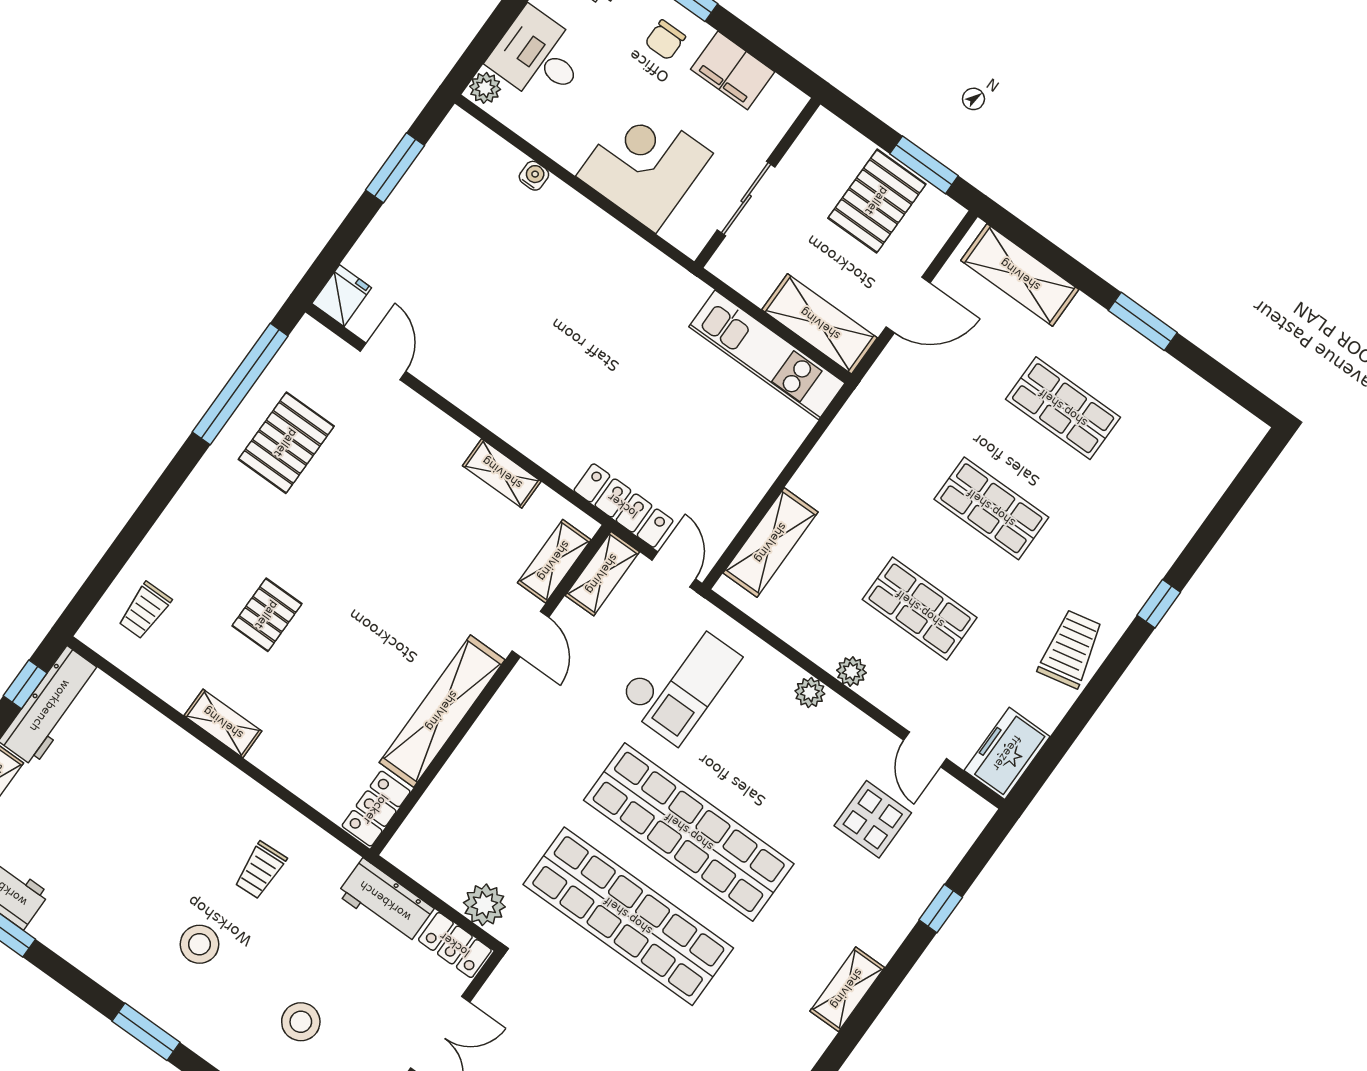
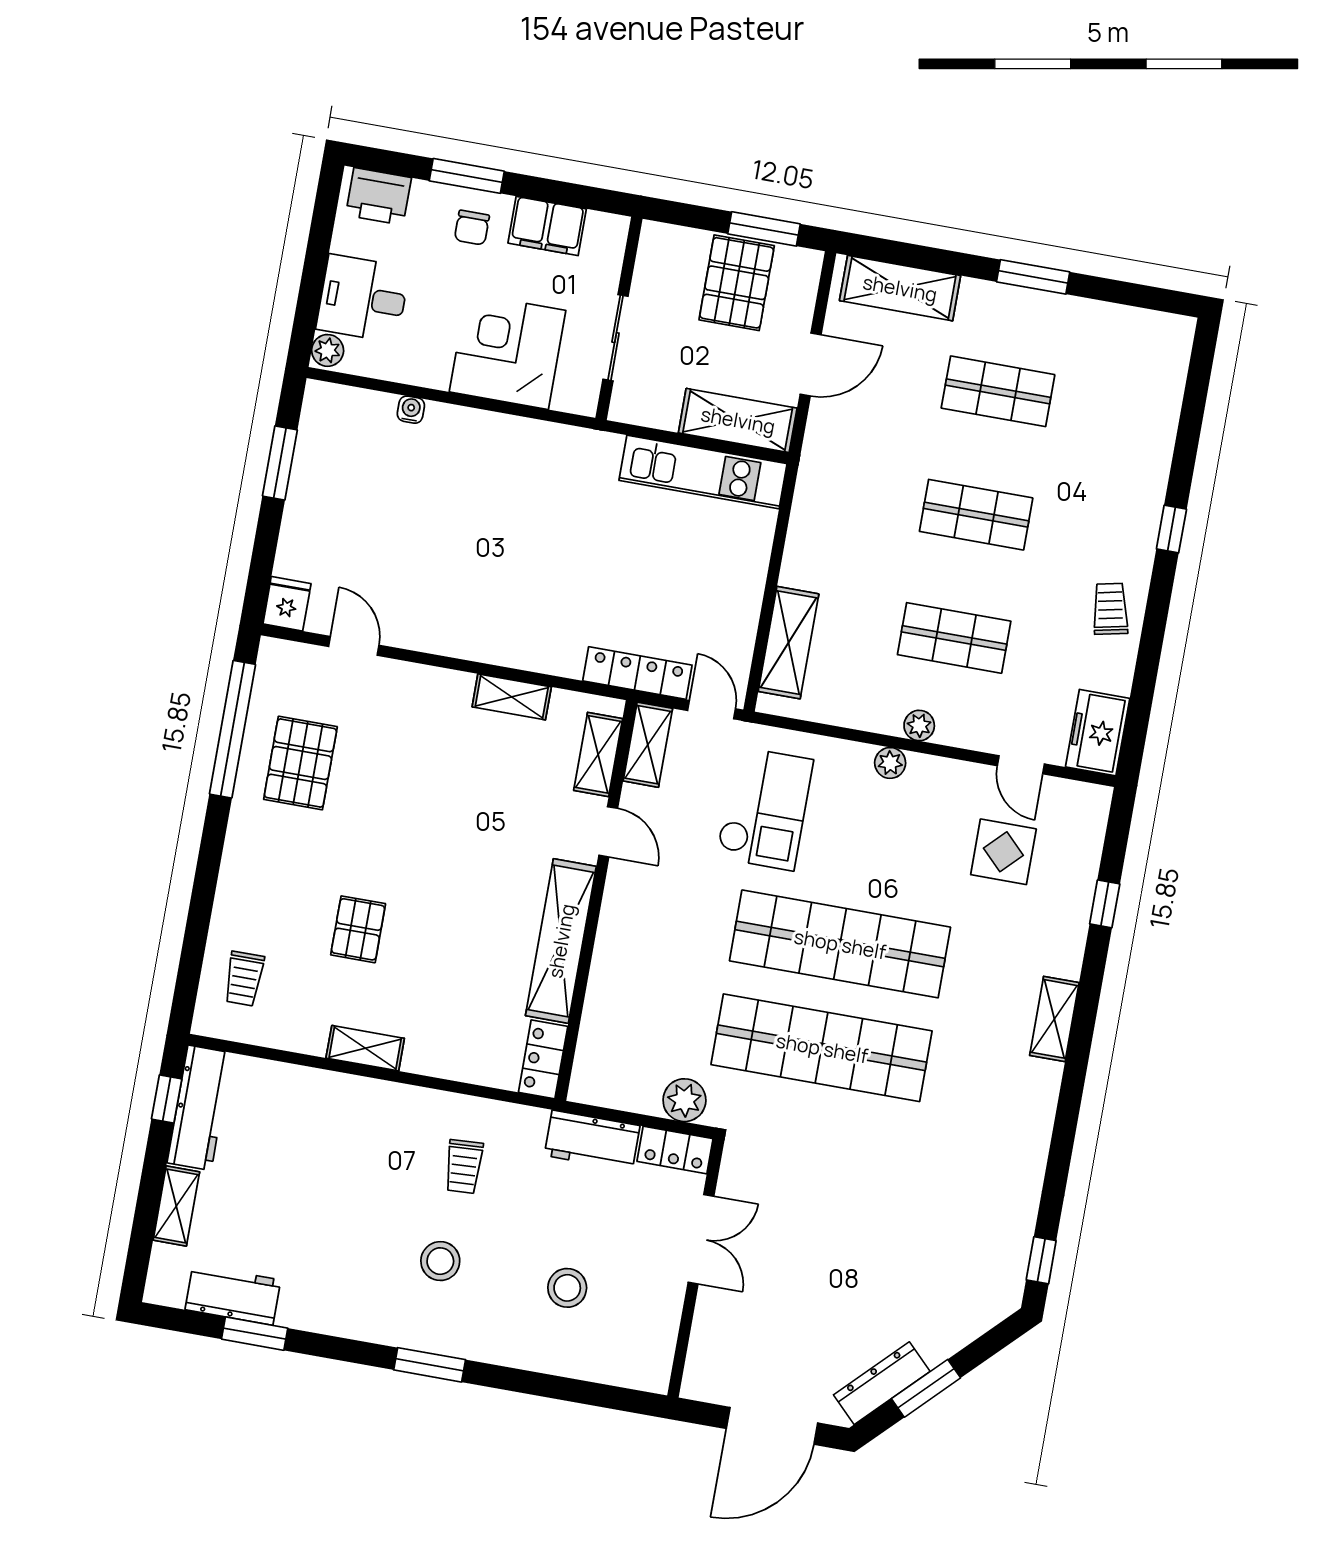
trolley: (1071, 649) -> (1110, 609), width x0.73, depth x0.72

